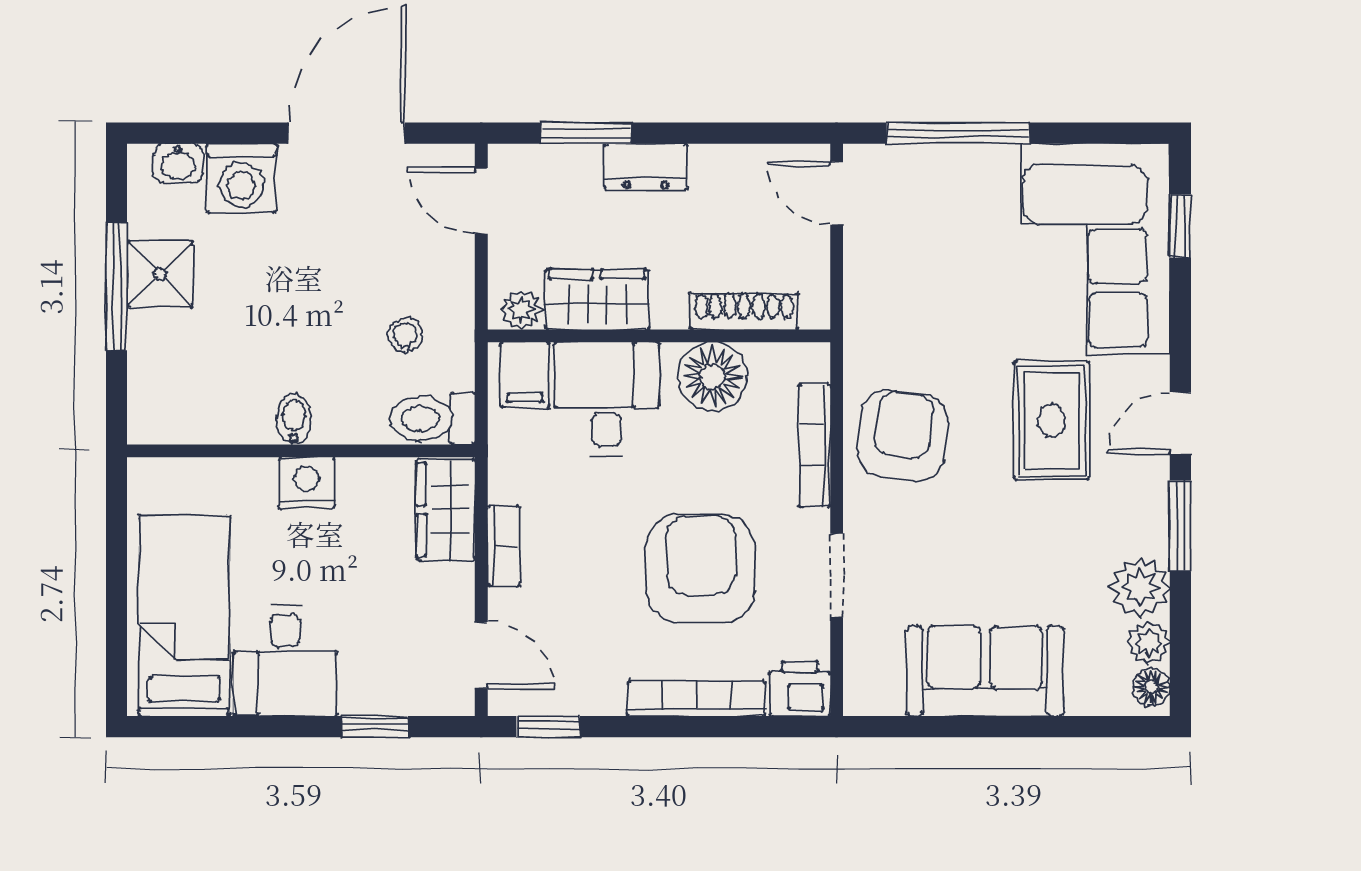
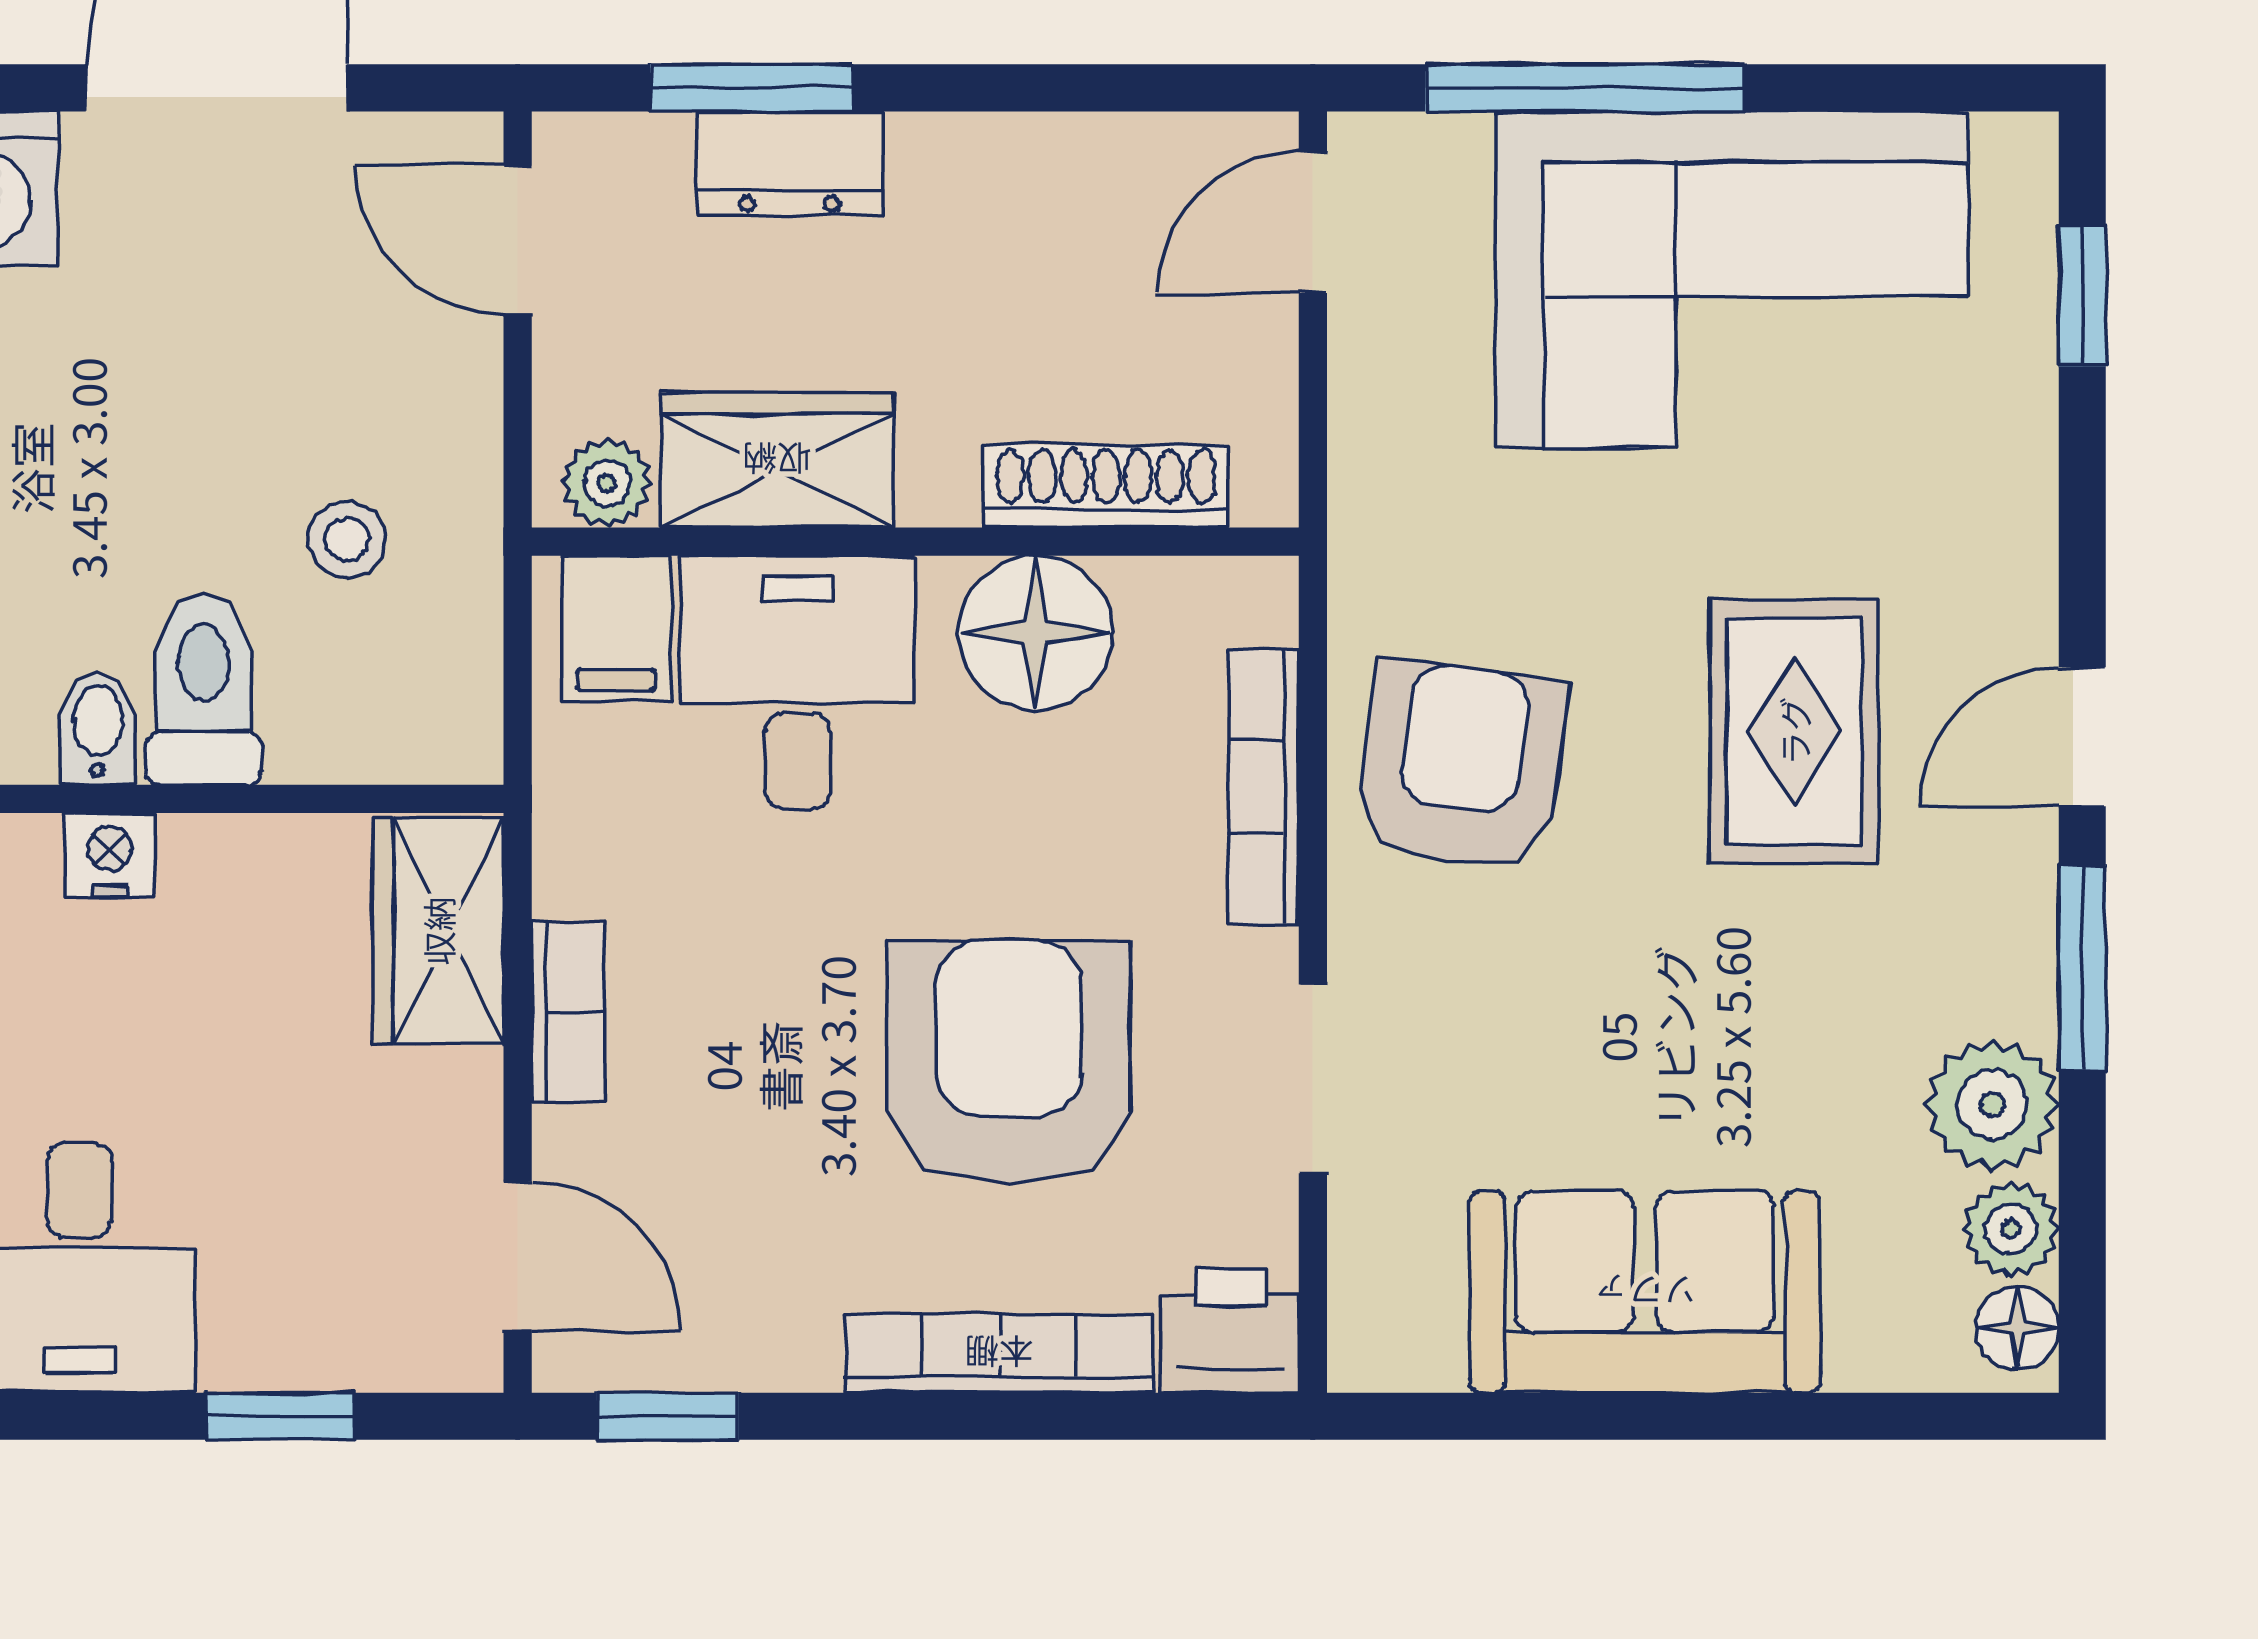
dresser: (646, 167) -> (790, 163), moved
door: (837, 193) -> (1313, 222), hinge flipped
corner sofa: (1095, 249) -> (1732, 280), moved, turned -90
toilet: (432, 419) -> (204, 689), moved, turned 90
nightstand: (307, 483) -> (110, 855), width x0.72, depth x0.74

